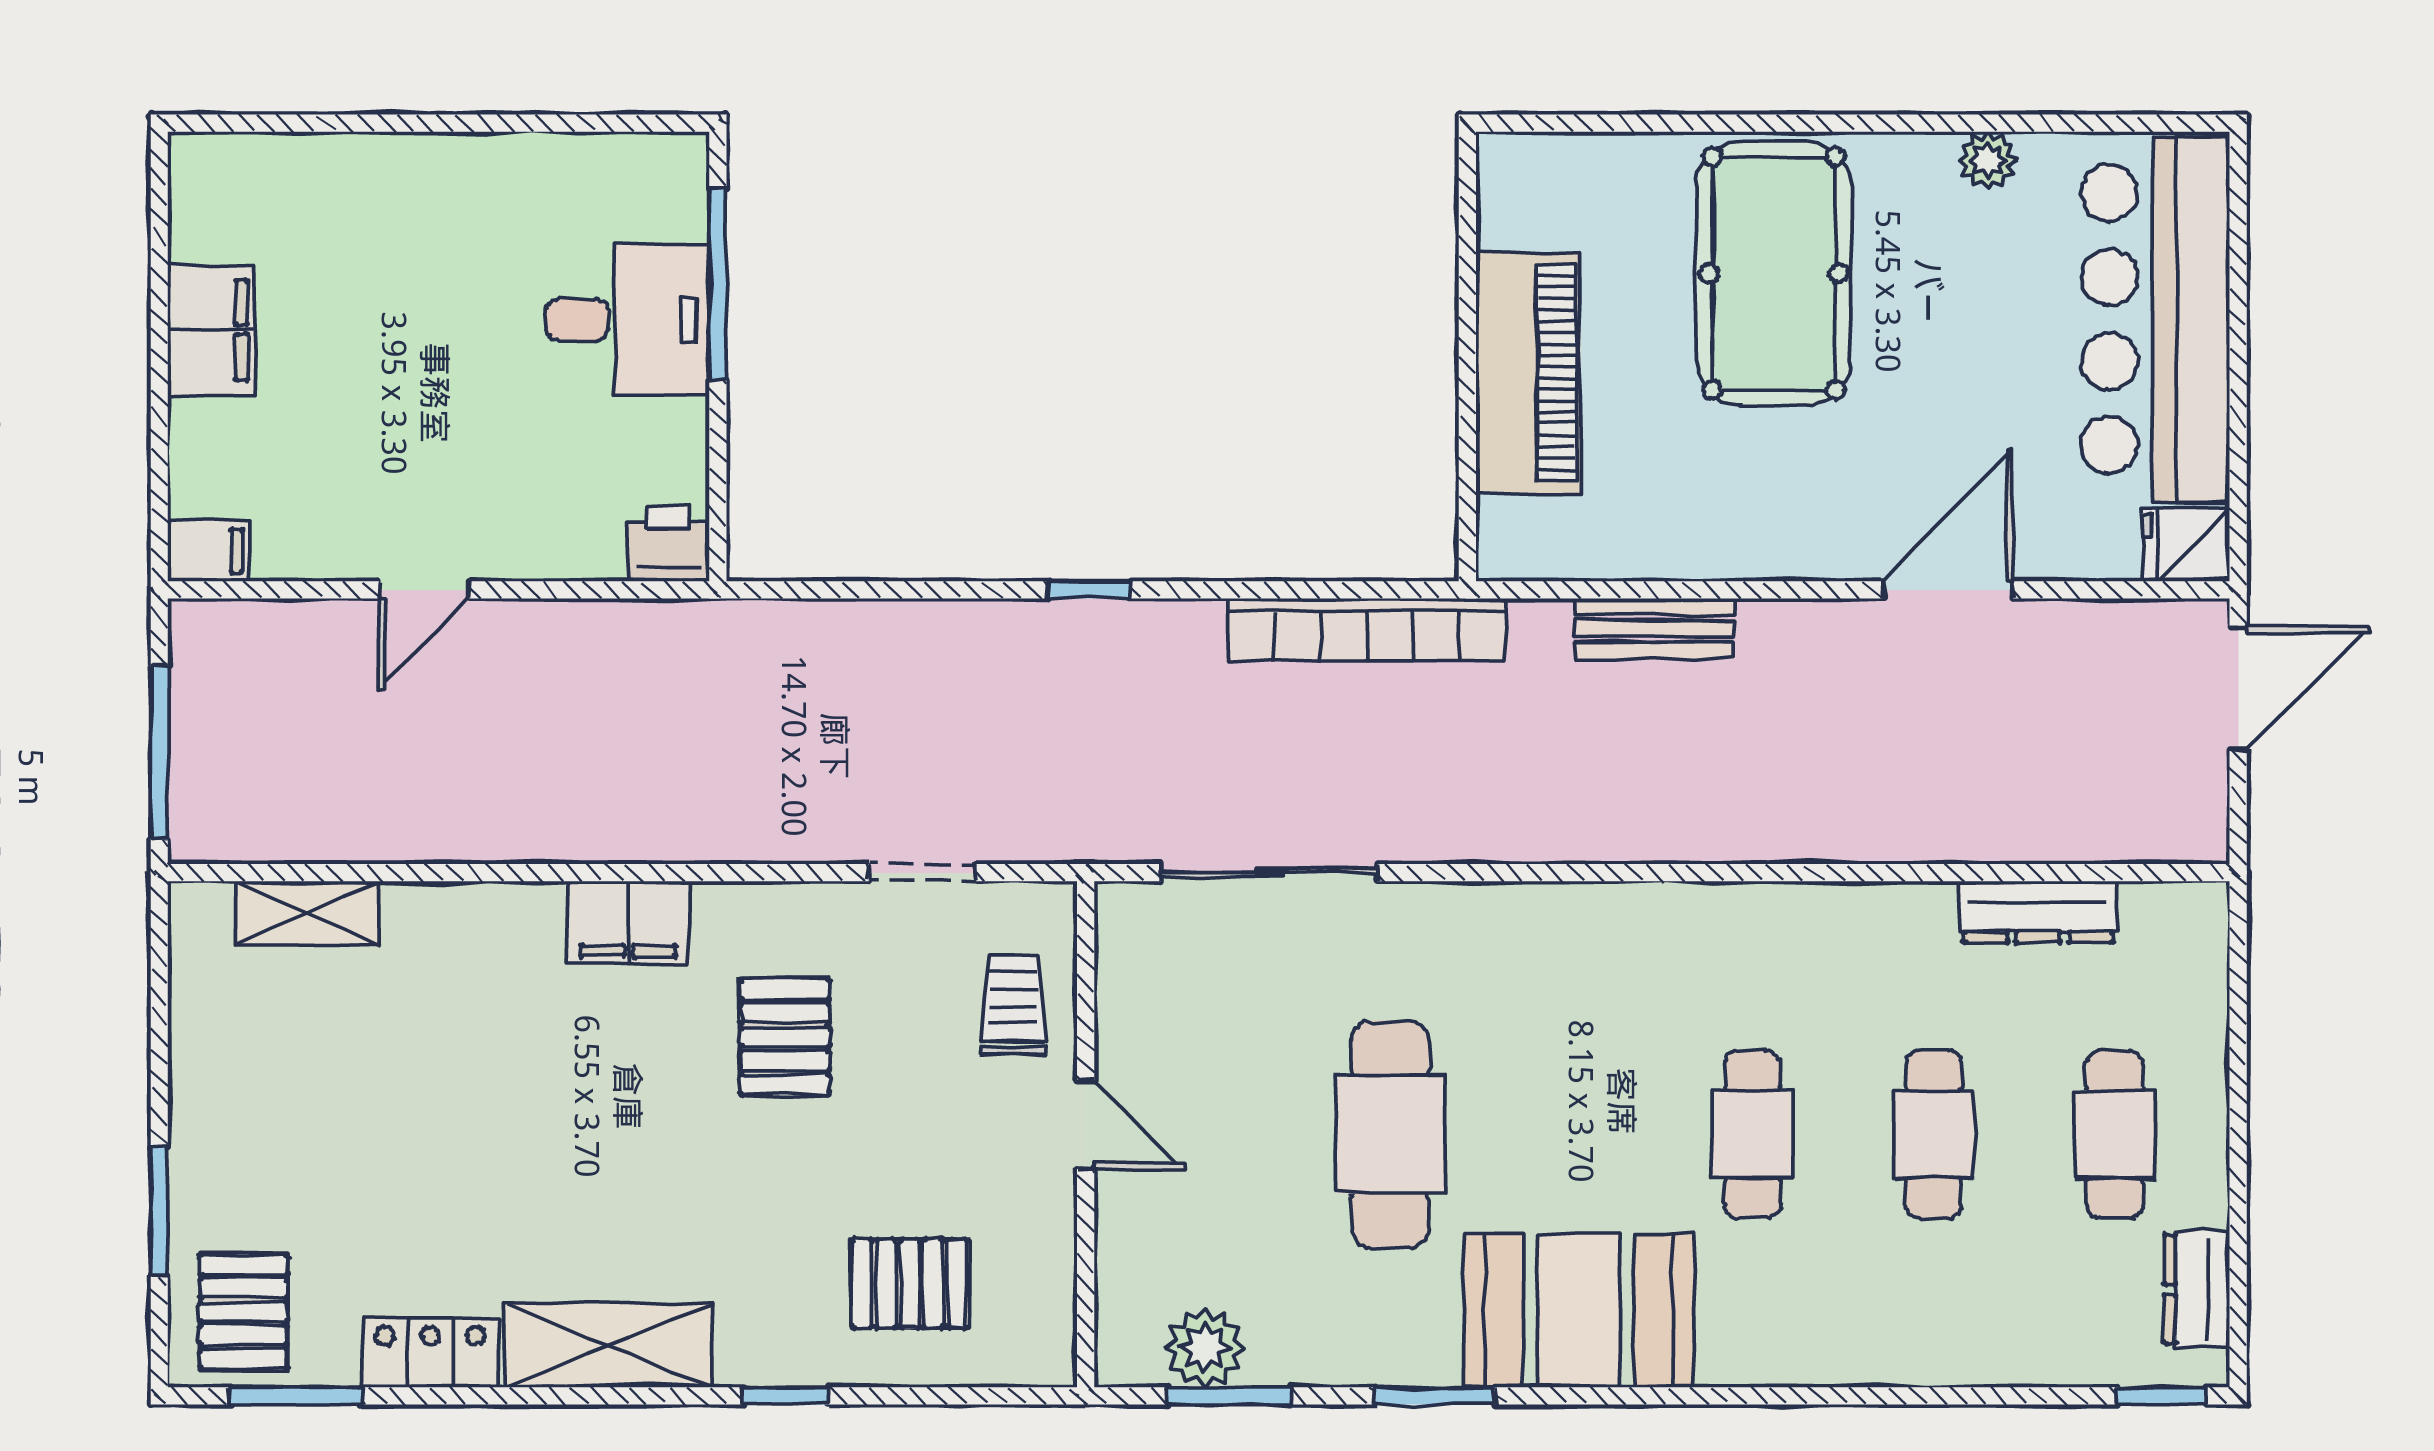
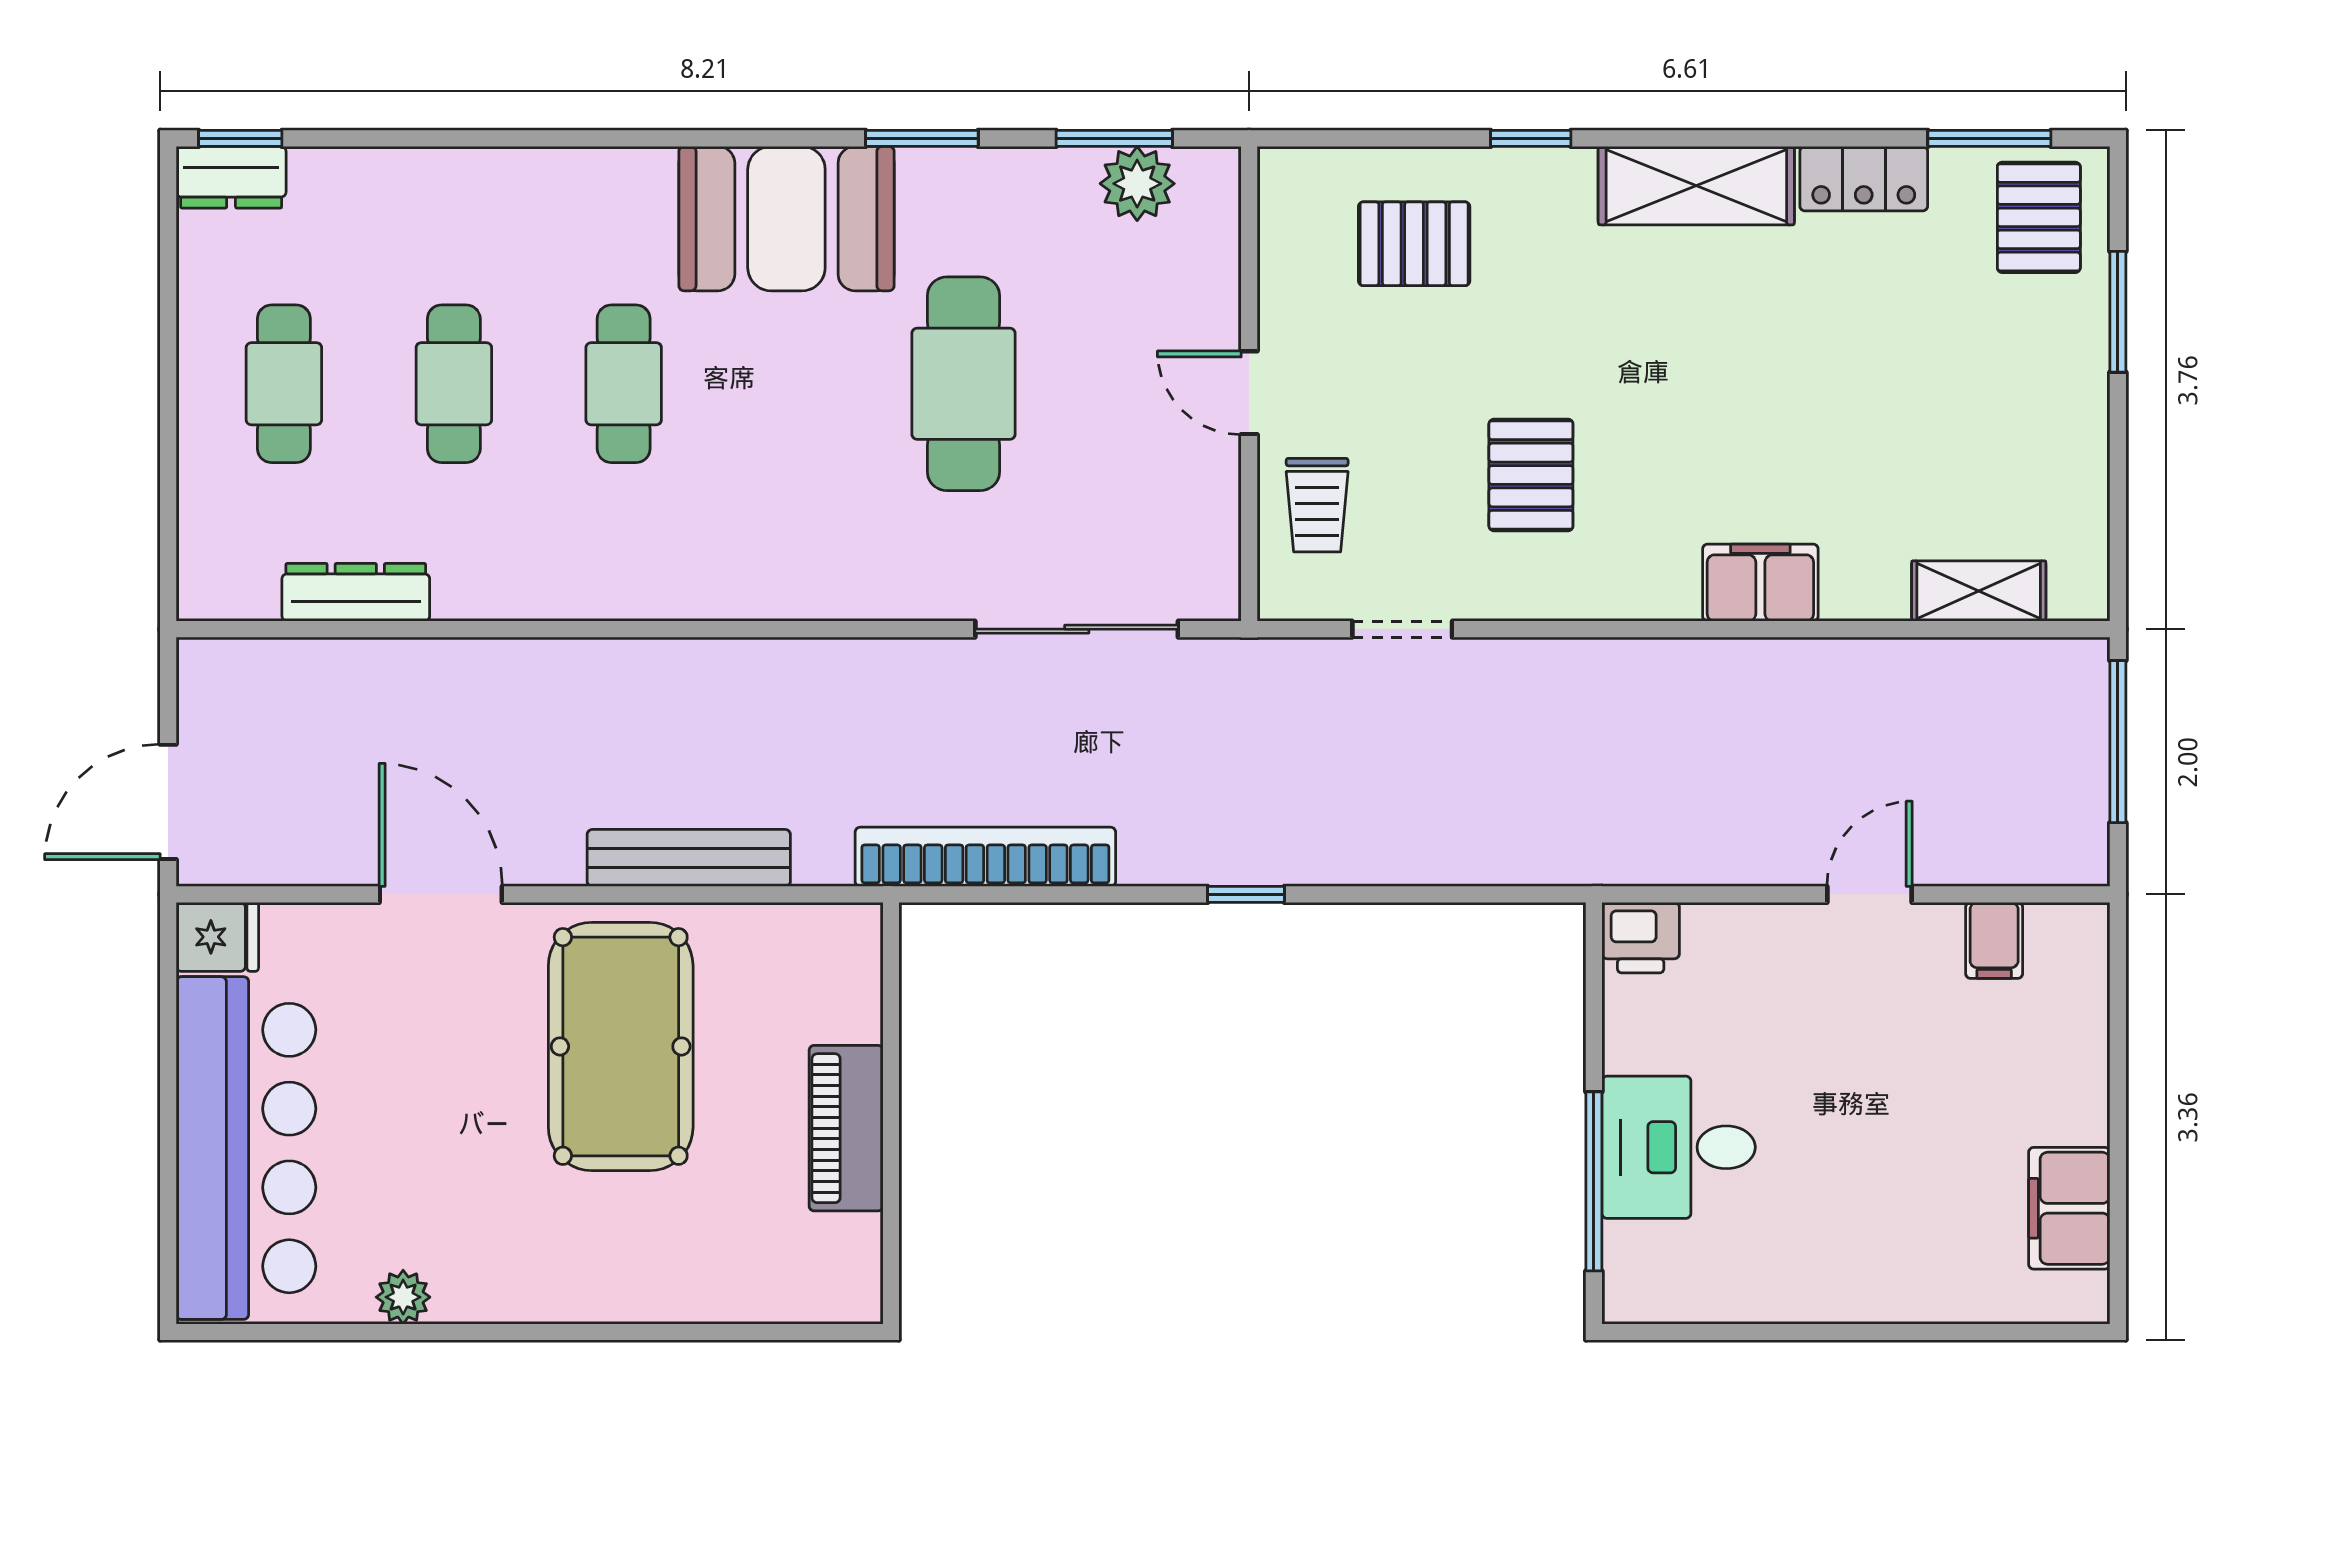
pool table: (1774, 273) -> (621, 1046), moved
filing cabinet: (211, 330) -> (2069, 1208), moved
piano: (1528, 373) -> (846, 1128), width x0.73, depth x0.75
filing cabinet: (208, 551) -> (1994, 940), moved, turned -90
door: (1948, 590) -> (441, 894), swing flipped
bench: (1654, 629) -> (689, 858), width x1.36
filing cabinet: (628, 922) -> (1760, 583), moved
dresser: (2197, 1289) -> (231, 177), moved, turned 90

